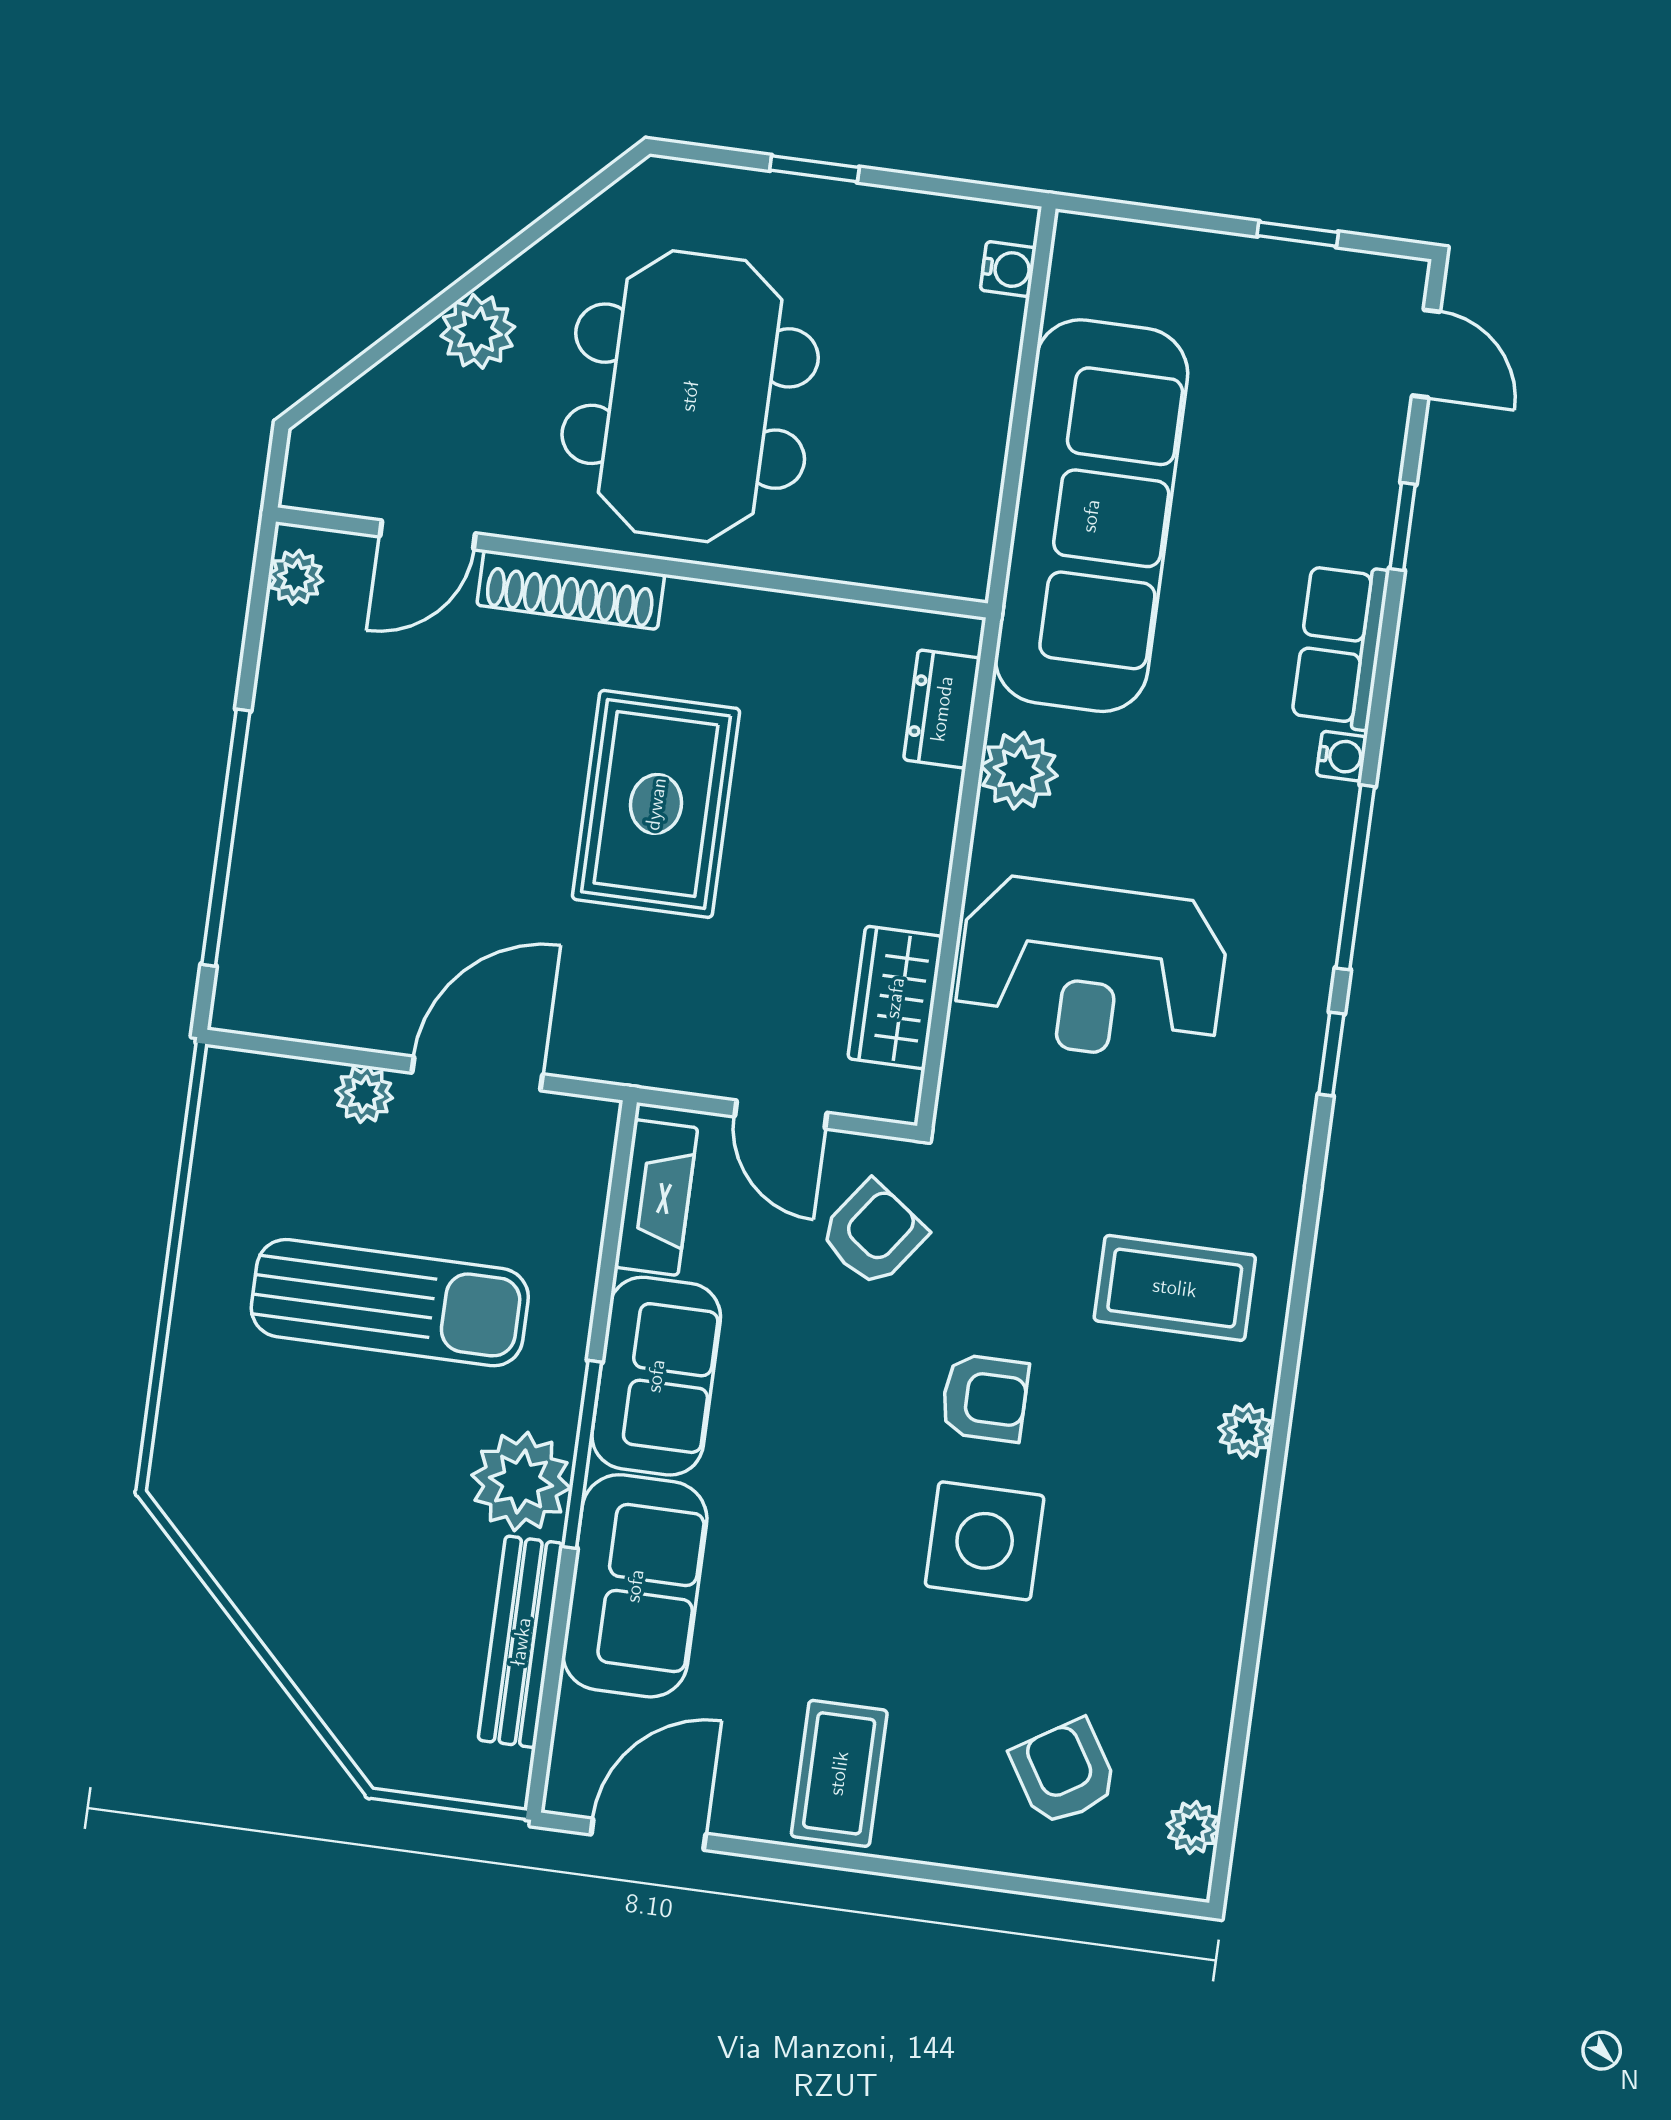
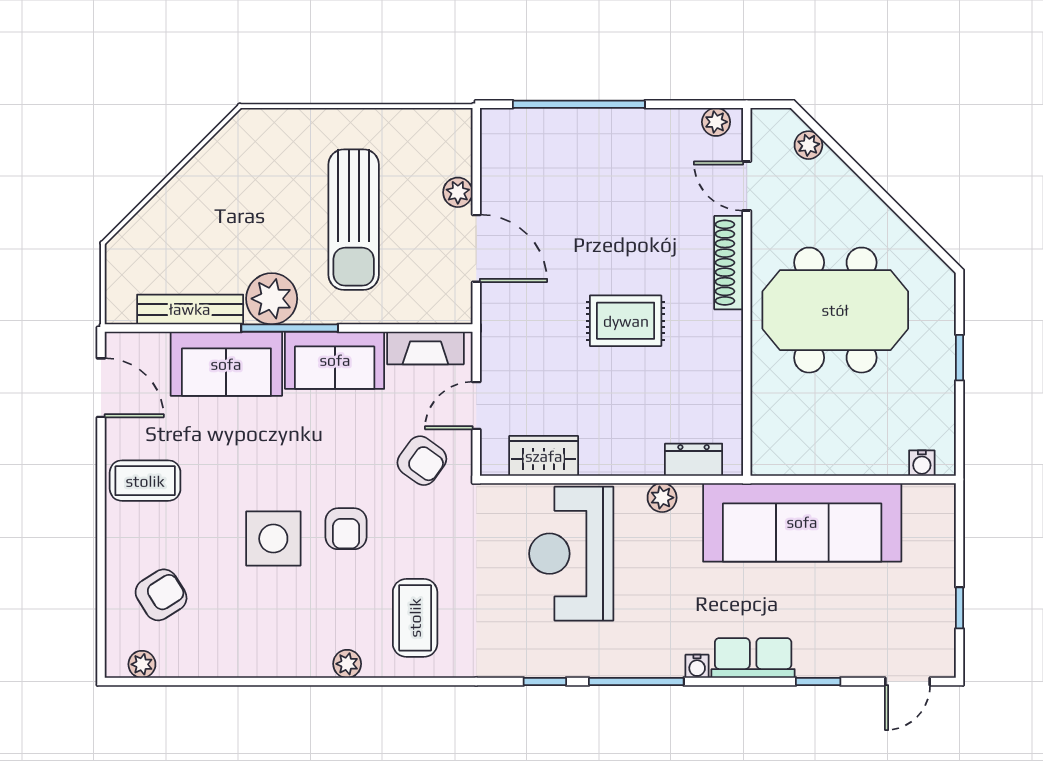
plant: (478, 331) -> (808, 145), moved, width x0.73, depth x0.73
plant: (1019, 771) -> (662, 498), width x0.73, depth x0.73
rug: (656, 804) -> (626, 321), width x0.73, depth x0.70

